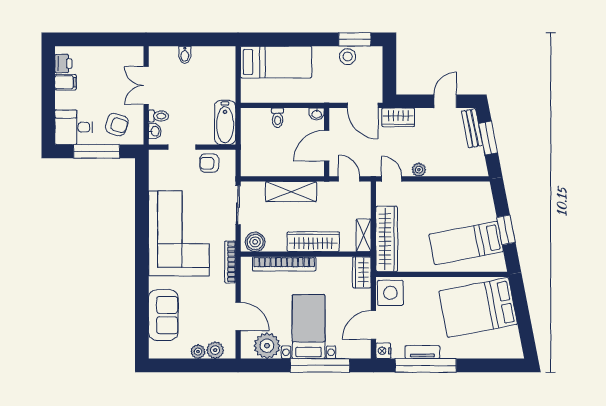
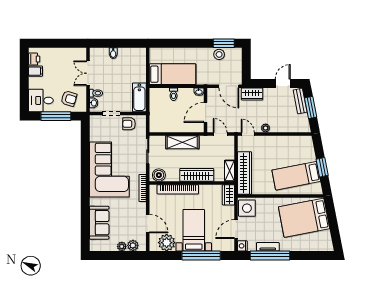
bed: (276, 62) -> (173, 74), moved

